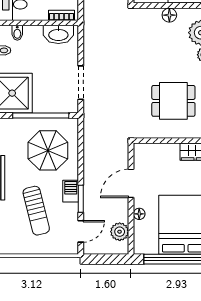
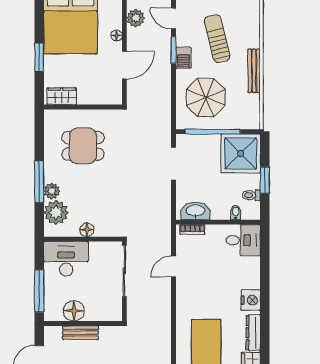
door: (81, 231) -> (173, 18), hinge flipped

